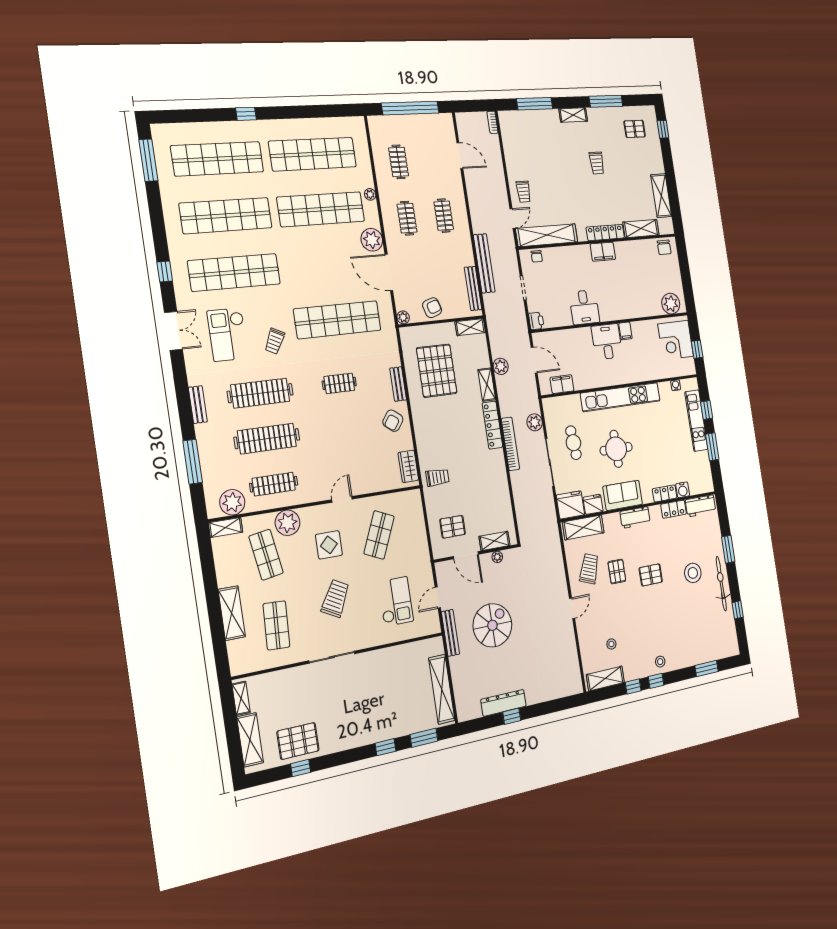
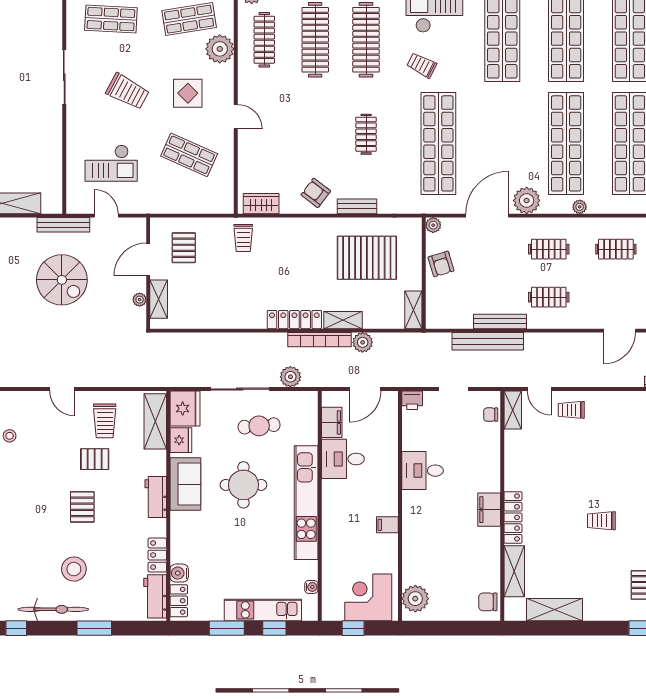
shelving: (547, 235) -> (513, 410), width x0.45, depth x0.75
bench: (473, 288) -> (500, 321), moved
desk: (607, 342) -> (343, 459), moved, turned 180
bookcase: (510, 444) -> (320, 340), moved
locker: (665, 493) -> (179, 601), moved
trolley: (589, 569) -> (105, 421), turned 70

